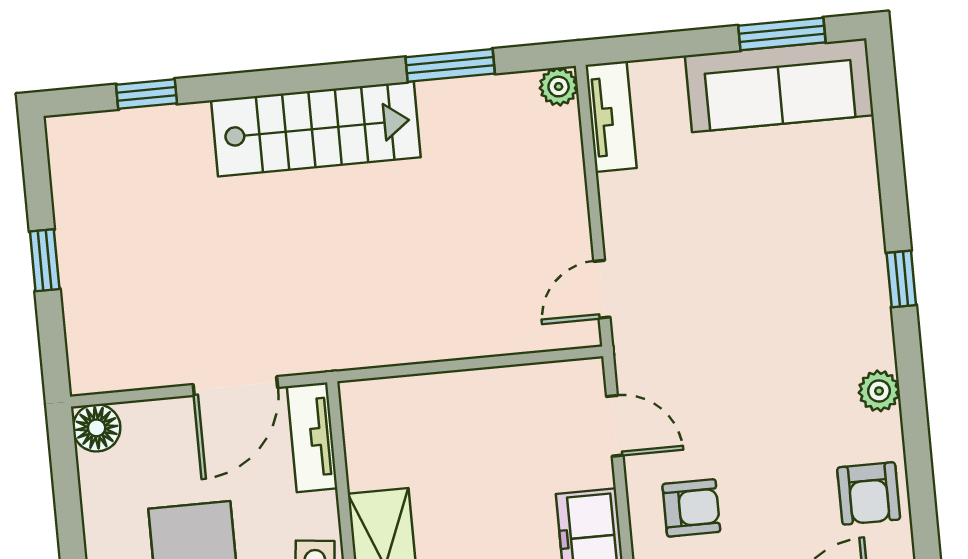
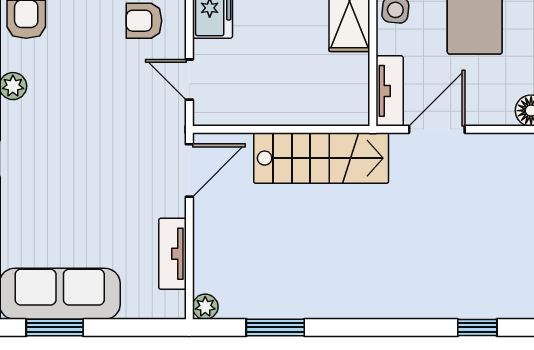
tv unit: (611, 116) -> (172, 254), moved
stairs: (316, 129) -> (321, 158), moved, turned 180
door: (602, 289) -> (189, 170), width x1.38

